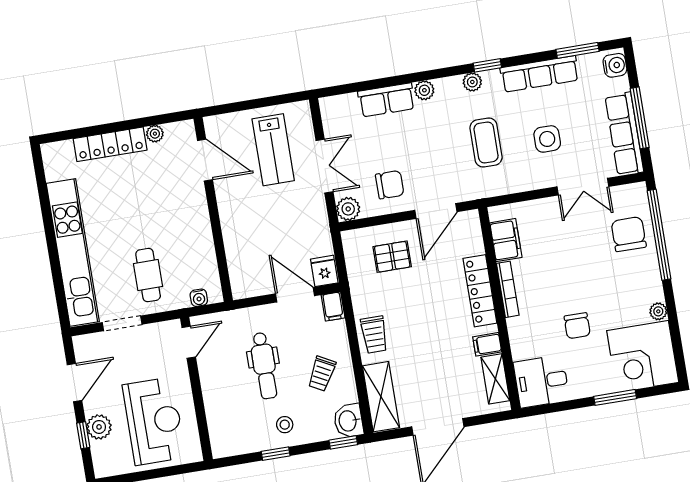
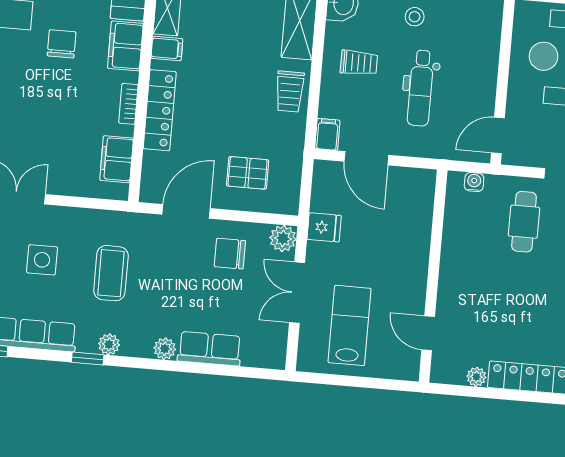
door: (205, 160) -> (428, 333), width x0.73
fridge: (324, 271) -> (324, 227), moved, turned -90
bookcase: (508, 289) -> (128, 104), width x0.64
trolley: (374, 335) -> (290, 91), turned 180
filing cabinet: (523, 338) -> (125, 46), added
dental chair: (264, 366) -> (421, 88), turned 180
trolley: (322, 374) -> (359, 63), turned 62

